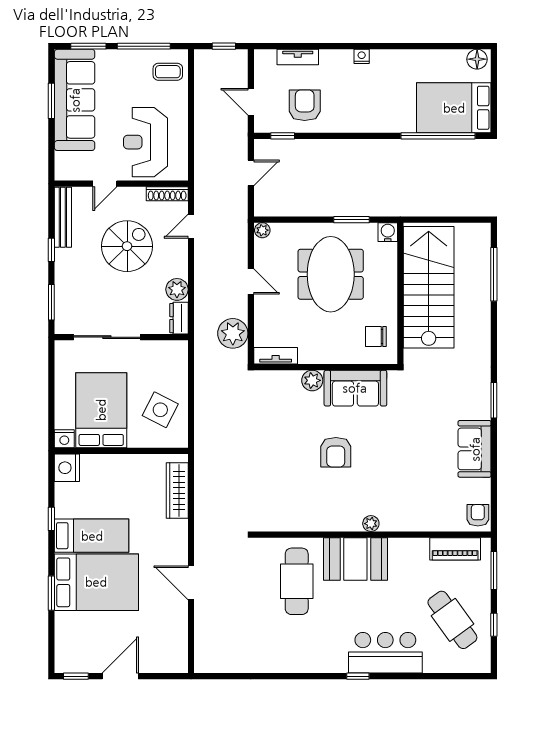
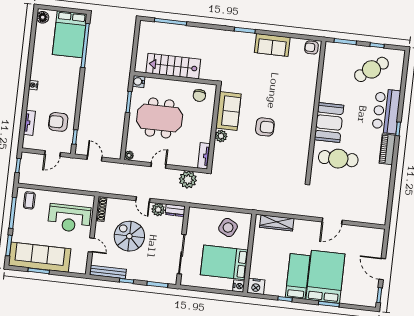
door: (191, 226) -> (143, 199), moved
stairs: (429, 287) -> (173, 66), width x0.73, depth x0.66
plant: (371, 524) -> (309, 111), removed
piano: (455, 549) -> (387, 149), moved, turned 180

